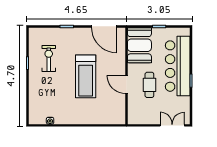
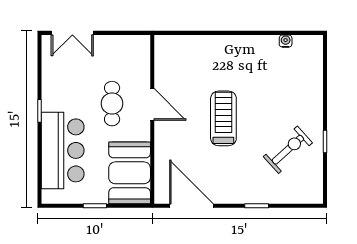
exercise bike: (49, 58) -> (288, 150), turned -132
bar counter: (178, 66) -> (63, 150), width x0.73
treadmill: (86, 76) -> (223, 118), width x0.73, depth x0.73

